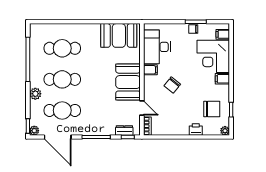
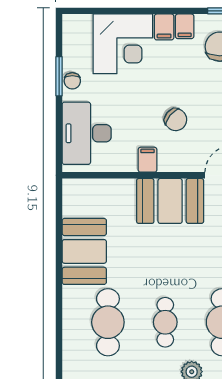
filing cabinet: (223, 34) -> (185, 26), moved
booth: (119, 35) -> (84, 251), moved
desk: (157, 47) -> (87, 133), moved, turned 90
cafe table: (62, 79) -> (165, 322), width x0.73, depth x0.74

